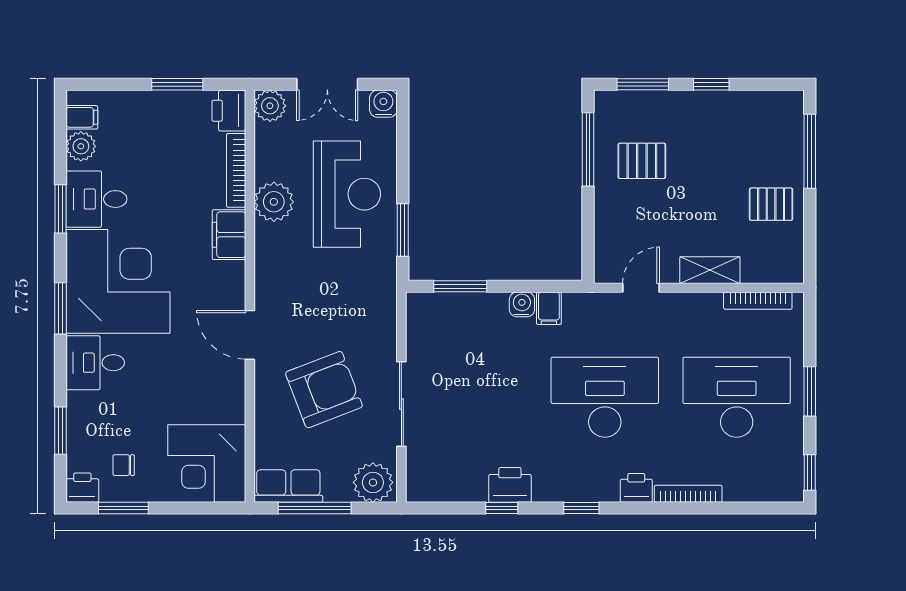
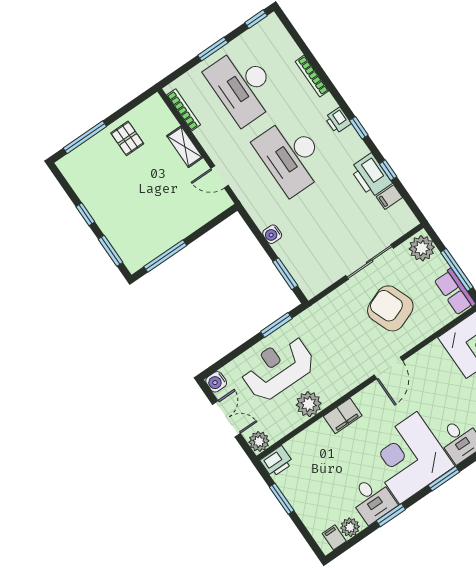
pallet: (642, 161) -> (152, 223), removed
bookcase: (236, 170) -> (306, 436), removed
filing cabinet: (549, 308) -> (389, 197), moved, turned 180
printer: (510, 485) -> (371, 176), width x1.37, depth x1.19
printer: (636, 488) -> (338, 120), moved

